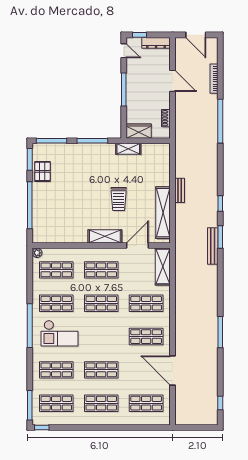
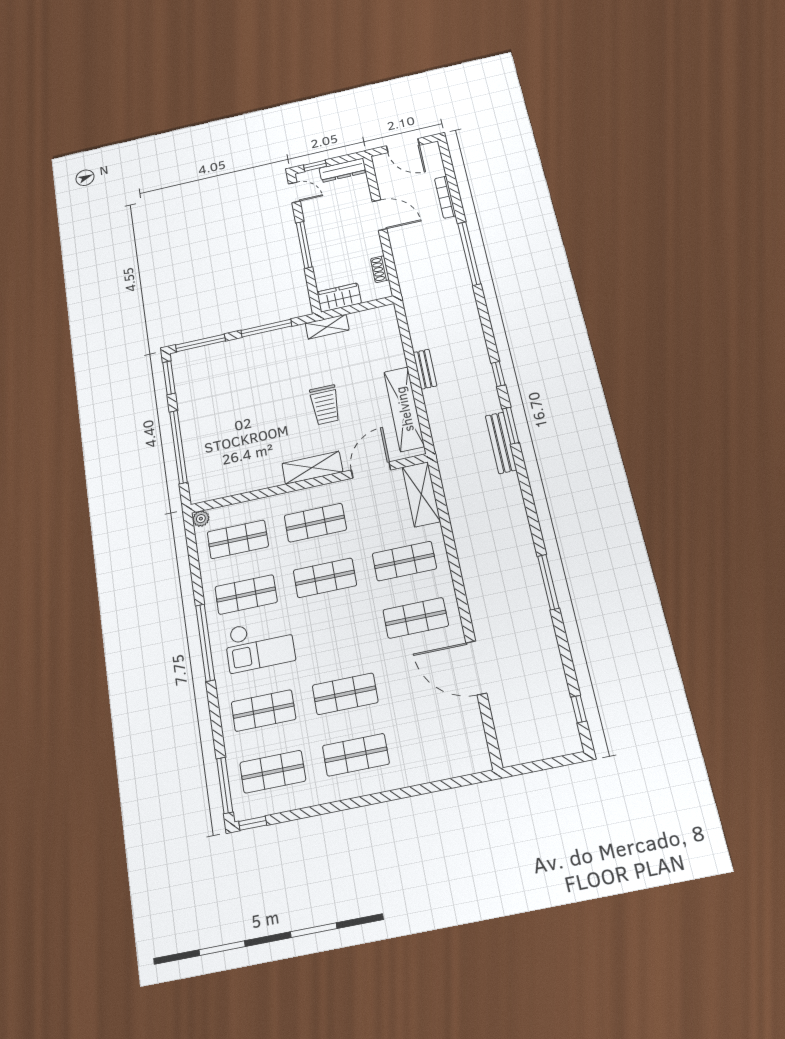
pallet: (42, 171) -> (192, 391), removed
shop shelf: (146, 403) -> (440, 738), removed

